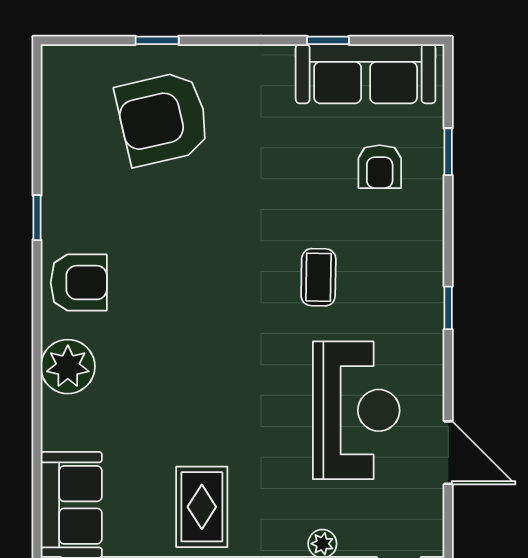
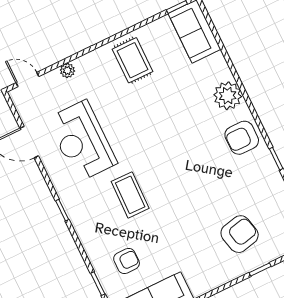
armchair: (163, 119) -> (240, 234), width x0.73, depth x0.73
armchair: (380, 167) -> (127, 261), turned 90
coffee table: (318, 277) -> (130, 195), width x1.36, depth x1.30

